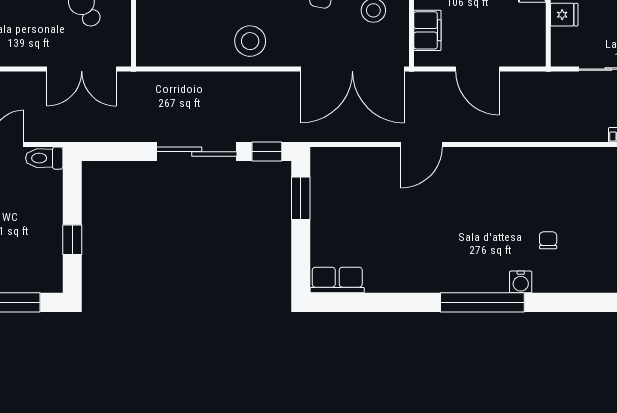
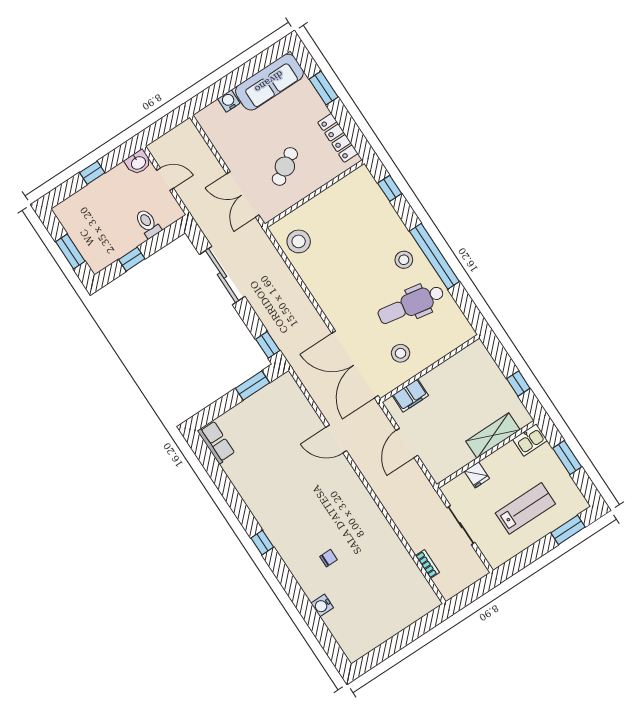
stool: (250, 41) -> (299, 241), moved
sliding door: (197, 152) -> (222, 275), moved
toilet: (44, 158) -> (148, 223), moved
water cooler: (521, 282) -> (322, 605), moved
window: (482, 302) -> (262, 543), width x0.32

